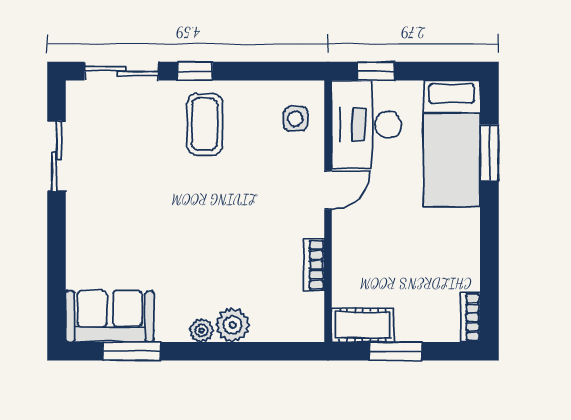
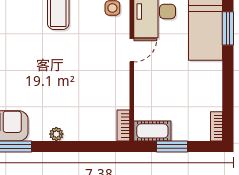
bookcase: (314, 265) -> (123, 126), moved
plant: (233, 325) -> (75, 131), removed

